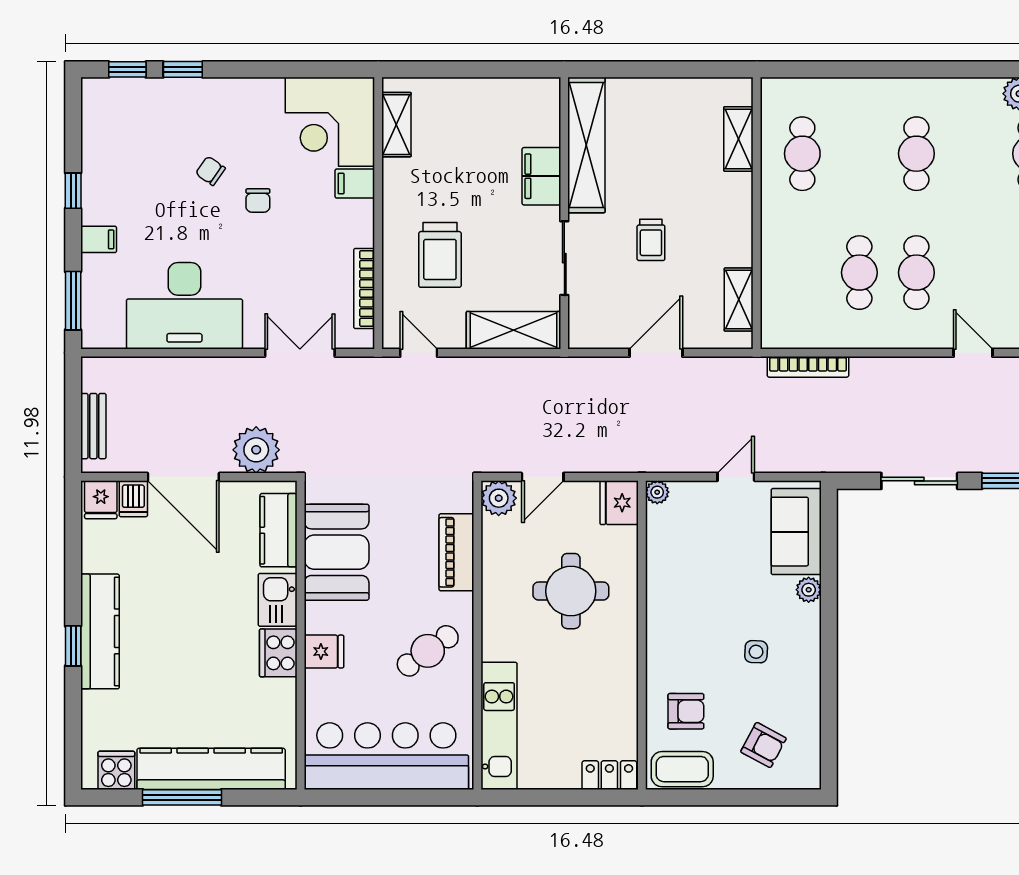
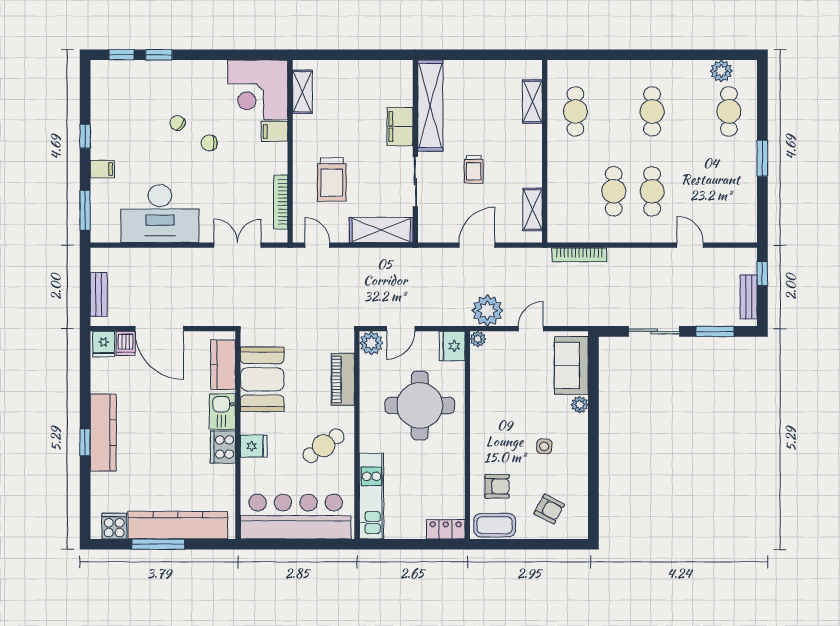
chair: (258, 201) -> (209, 143), turned 90
plant: (256, 450) -> (487, 311), moved
round table: (571, 591) -> (420, 405), width x1.36, depth x1.36

